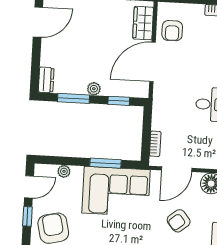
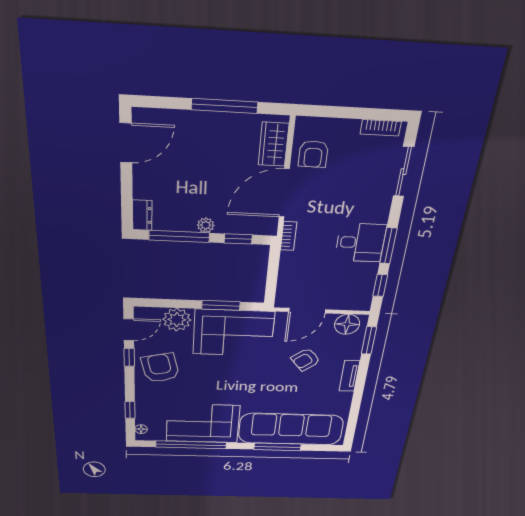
window: (74, 98) -> (179, 236), width x1.44
bookcase: (155, 144) -> (289, 236), moved
plant: (64, 171) -> (177, 320), width x1.88, depth x1.88

